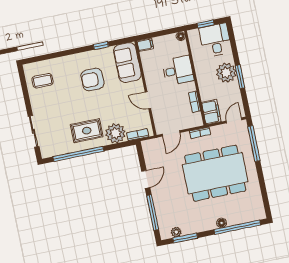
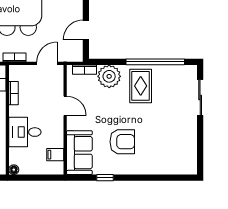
filing cabinet: (145, 45) -> (55, 155), moved
coffee table: (43, 81) -> (178, 152), removed
rug: (87, 131) -> (141, 86), turned 90
door: (146, 179) -> (86, 30), moved

